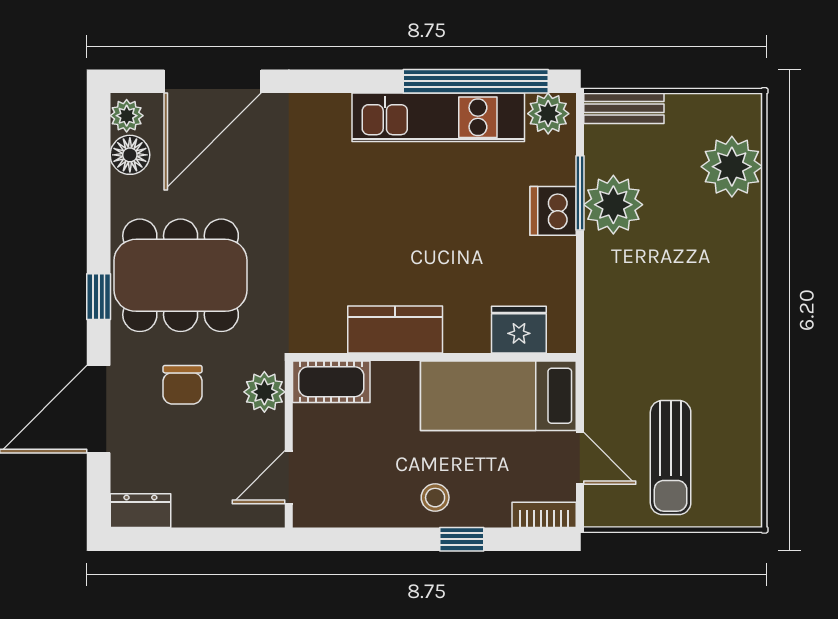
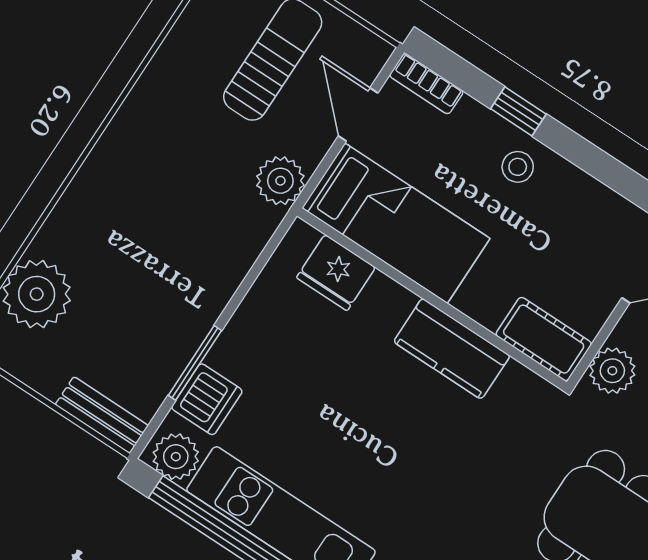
plant: (613, 205) -> (280, 181), moved, width x0.73, depth x0.73
dishwasher: (553, 211) -> (207, 399), moved

